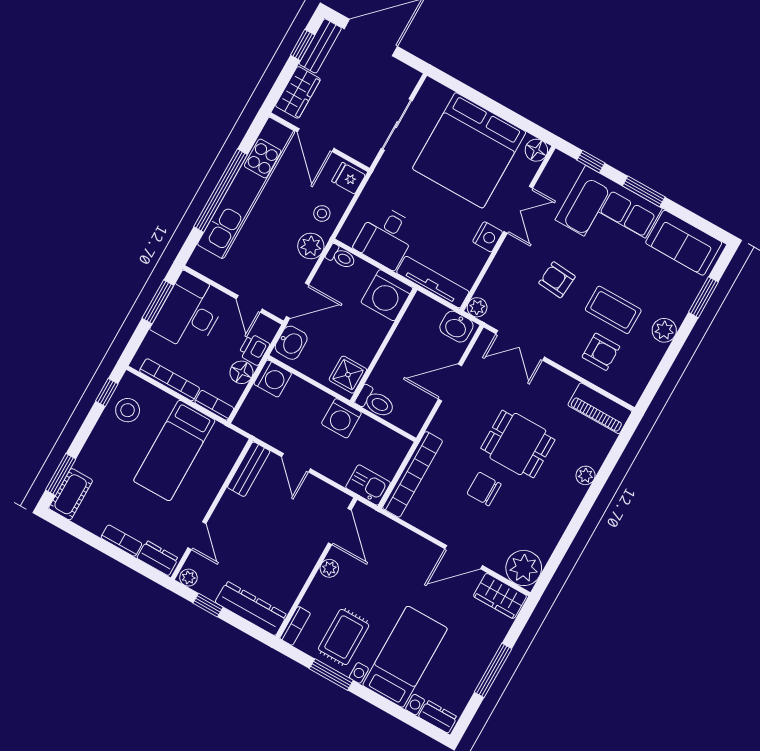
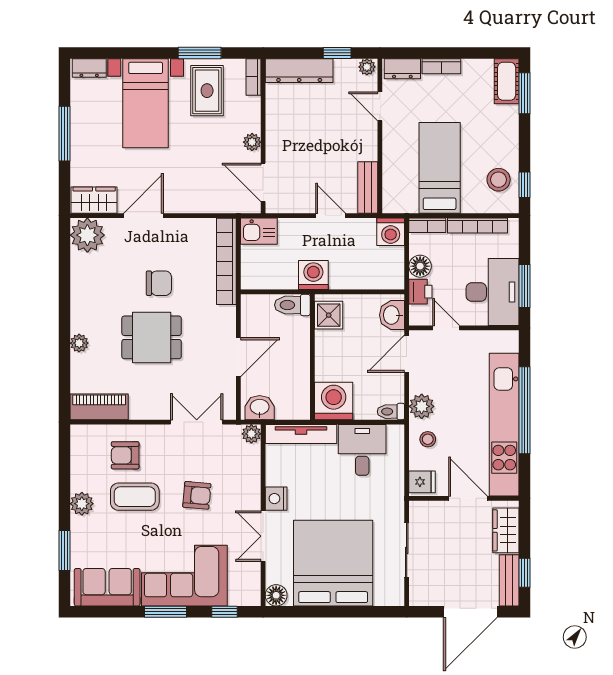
washing machine: (273, 379) -> (391, 232), moved, turned -90

